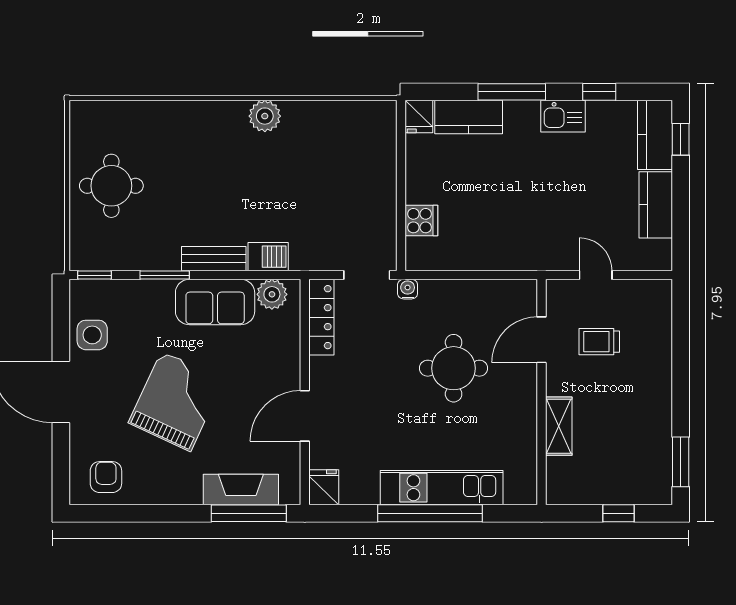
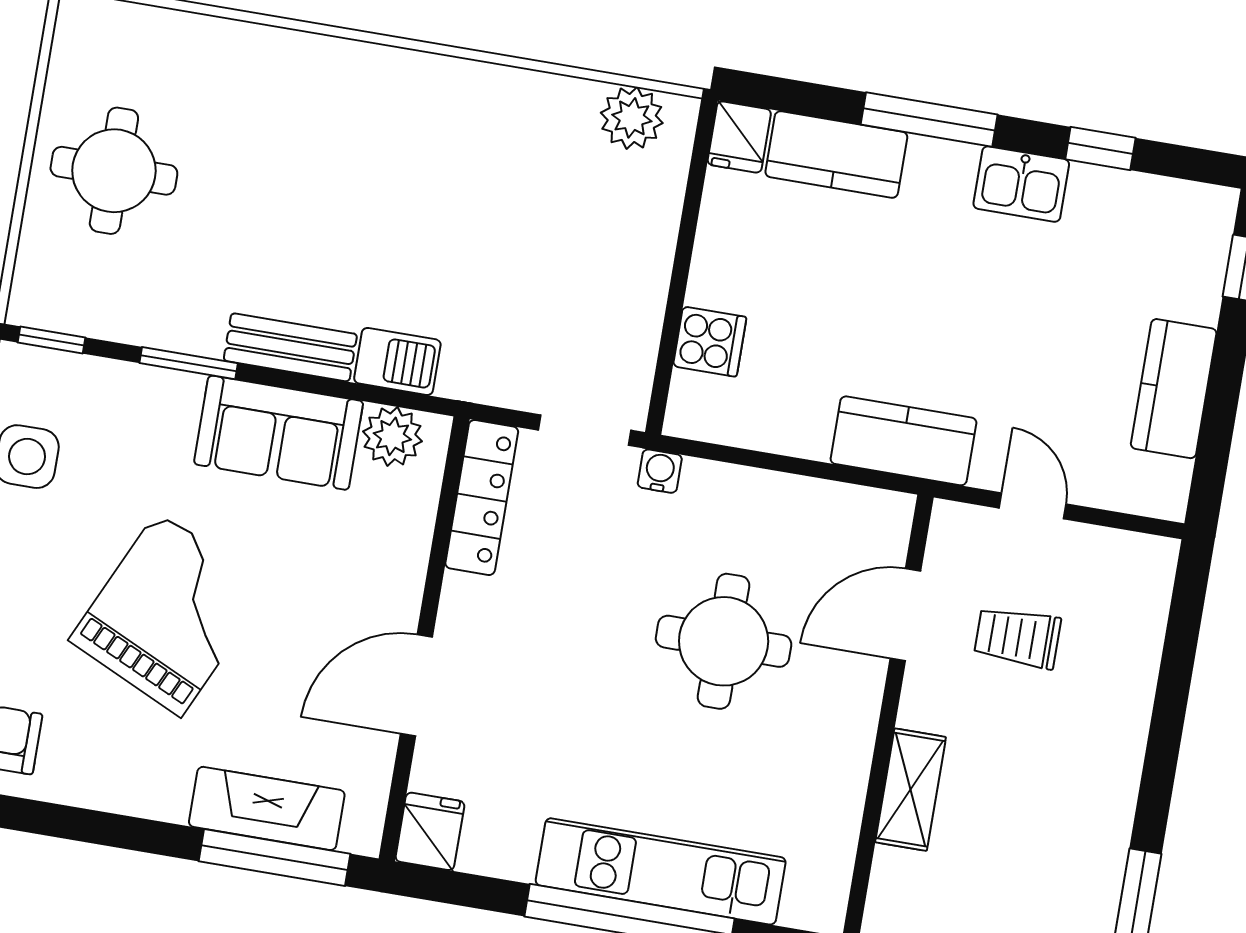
plant: (265, 116) -> (632, 118), moved
kitchen counter: (655, 135) -> (903, 441), moved, turned 90

